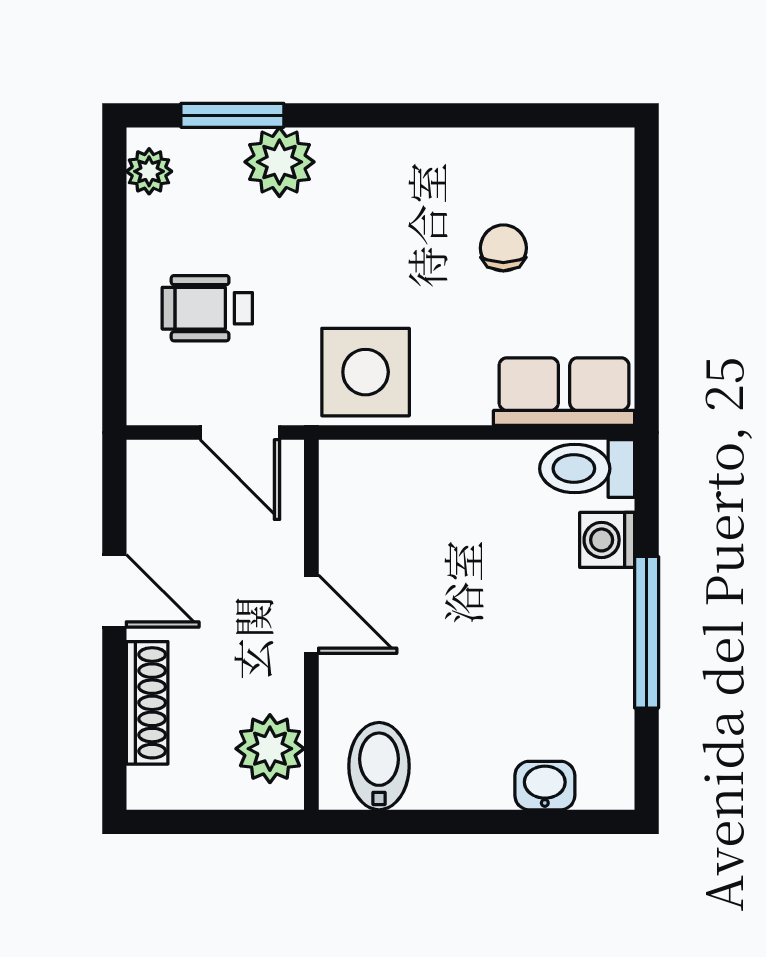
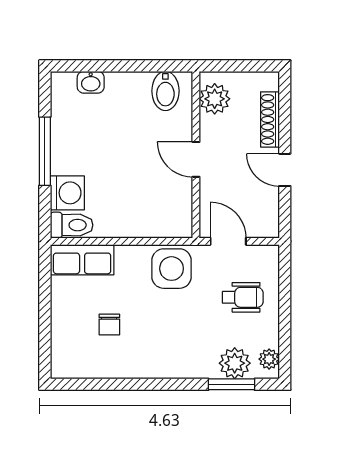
plant: (279, 162) -> (235, 363), moved
washing machine: (607, 540) -> (67, 193), width x1.38, depth x1.38

